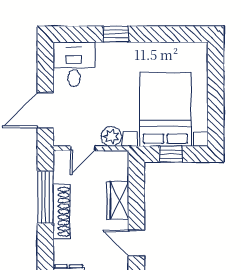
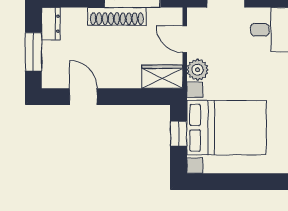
wardrobe: (118, 200) -> (162, 77), moved
door: (136, 243) -> (83, 97), hinge flipped

